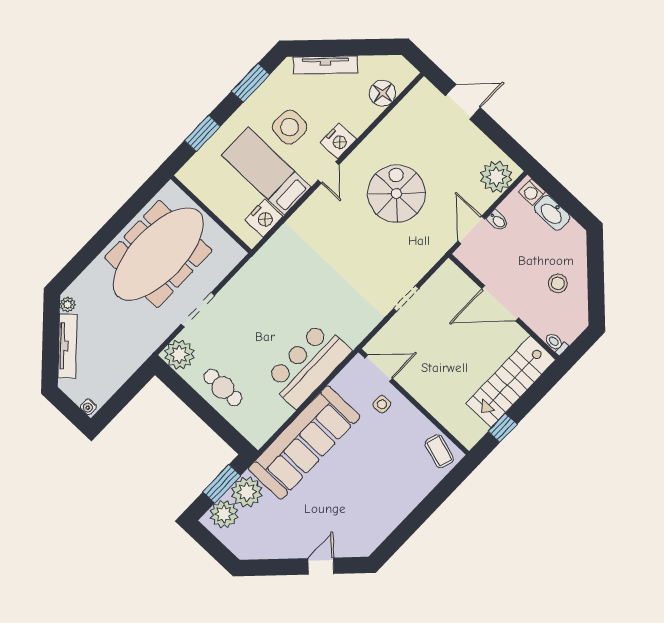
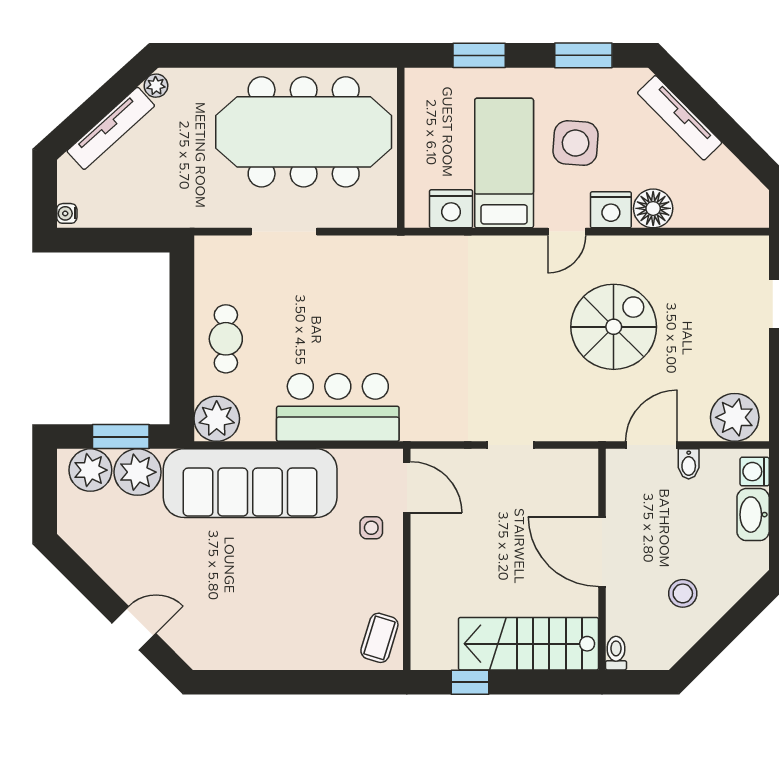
floor lamp: (382, 93) -> (653, 208), moved
plant: (179, 355) -> (217, 419), moved

